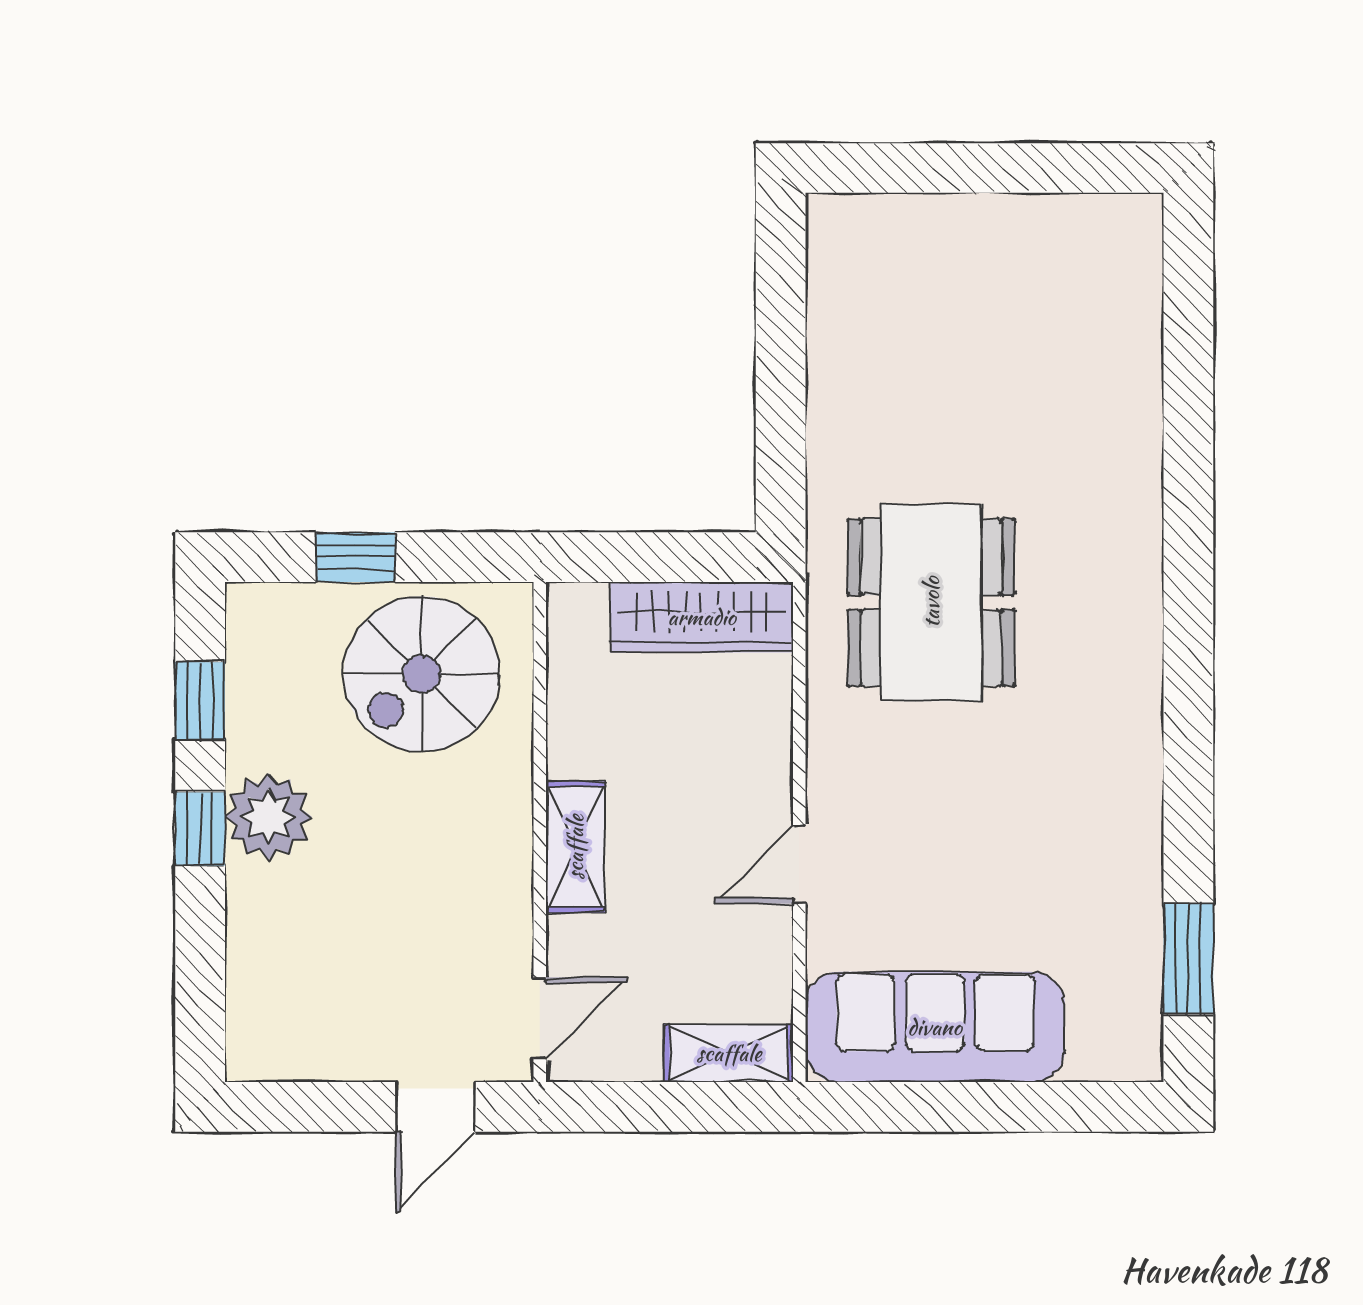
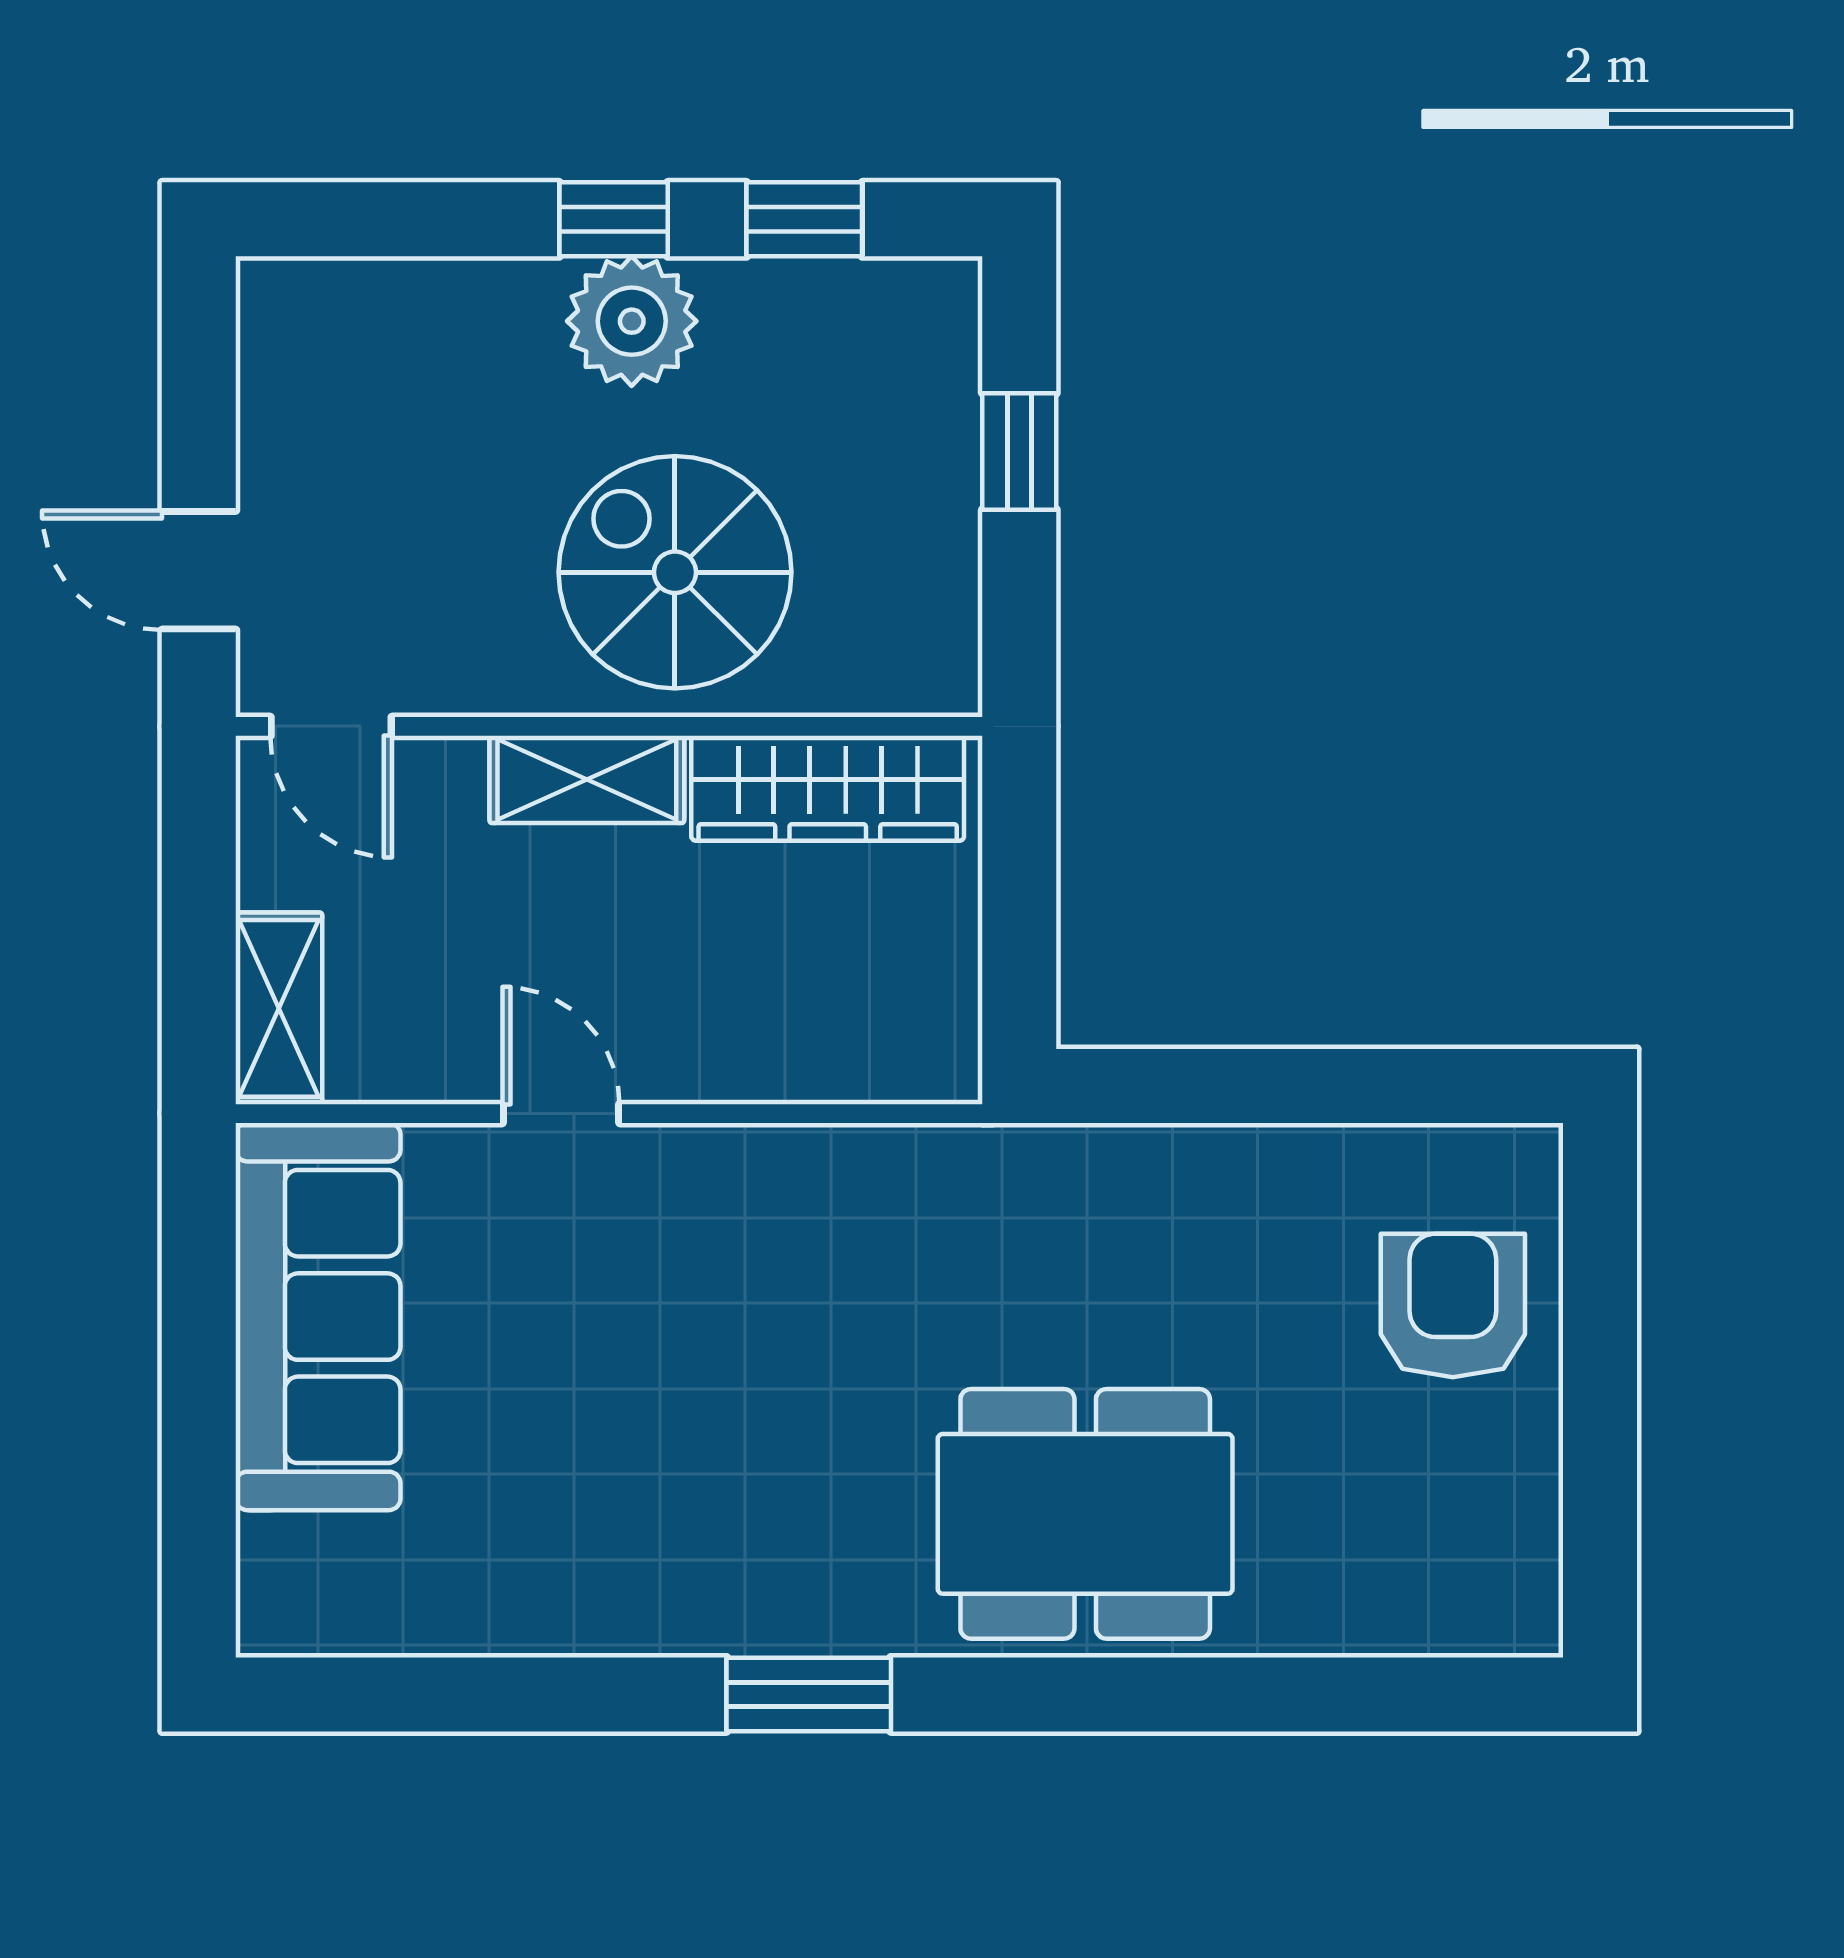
armchair: (928, 267) -> (1453, 1305), added
dining table: (931, 602) -> (1085, 1514), moved
wardrobe: (702, 617) -> (828, 788), moved, turned -90
spiral stairs: (422, 674) -> (675, 572), moved
window: (1188, 959) -> (809, 1694), moved

